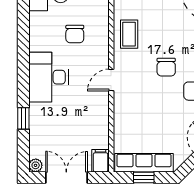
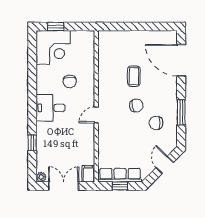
coffee table: (129, 34) -> (134, 76), moved
chair: (166, 67) -> (136, 106), turned -99
desk: (48, 77) -> (51, 108), width x0.73

